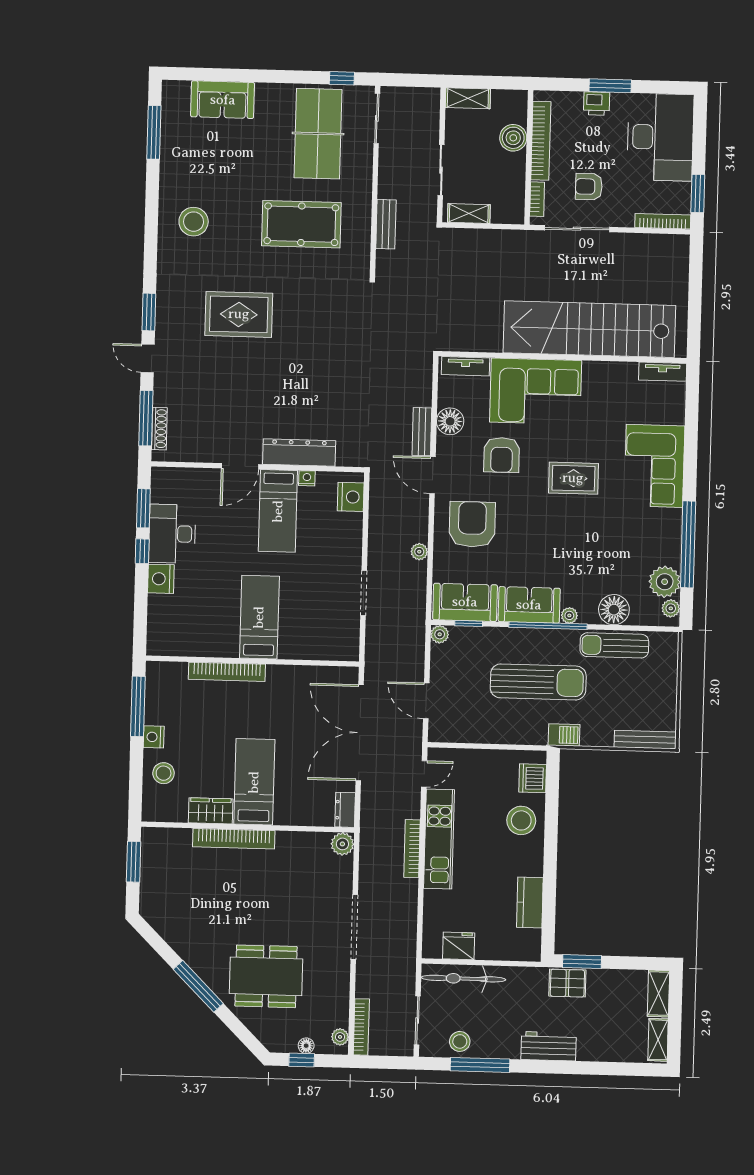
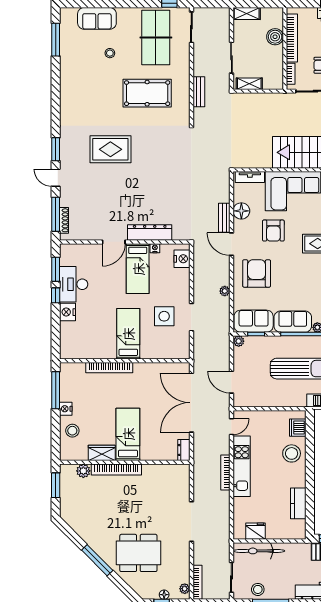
stool: (194, 222) -> (110, 53), moved, width x0.53, depth x0.53
side table: (319, 590) -> (164, 316), added
plant: (342, 844) -> (83, 471), moved

